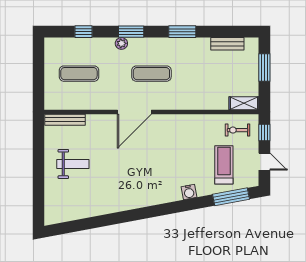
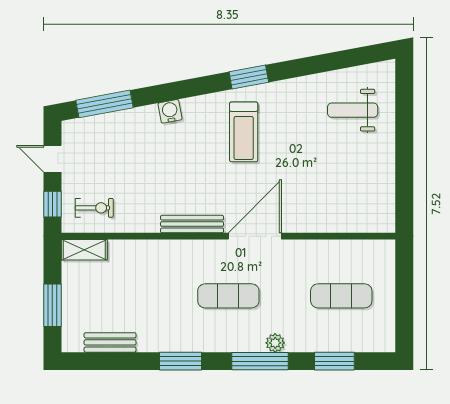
window: (83, 32) -> (334, 361), width x1.50
window: (131, 32) -> (260, 361), width x1.44
bench: (65, 120) -> (192, 224), moved
weight bench: (73, 164) -> (353, 110), moved
treadmill: (224, 165) -> (244, 132), moved
window: (138, 214) -> (249, 77), added

